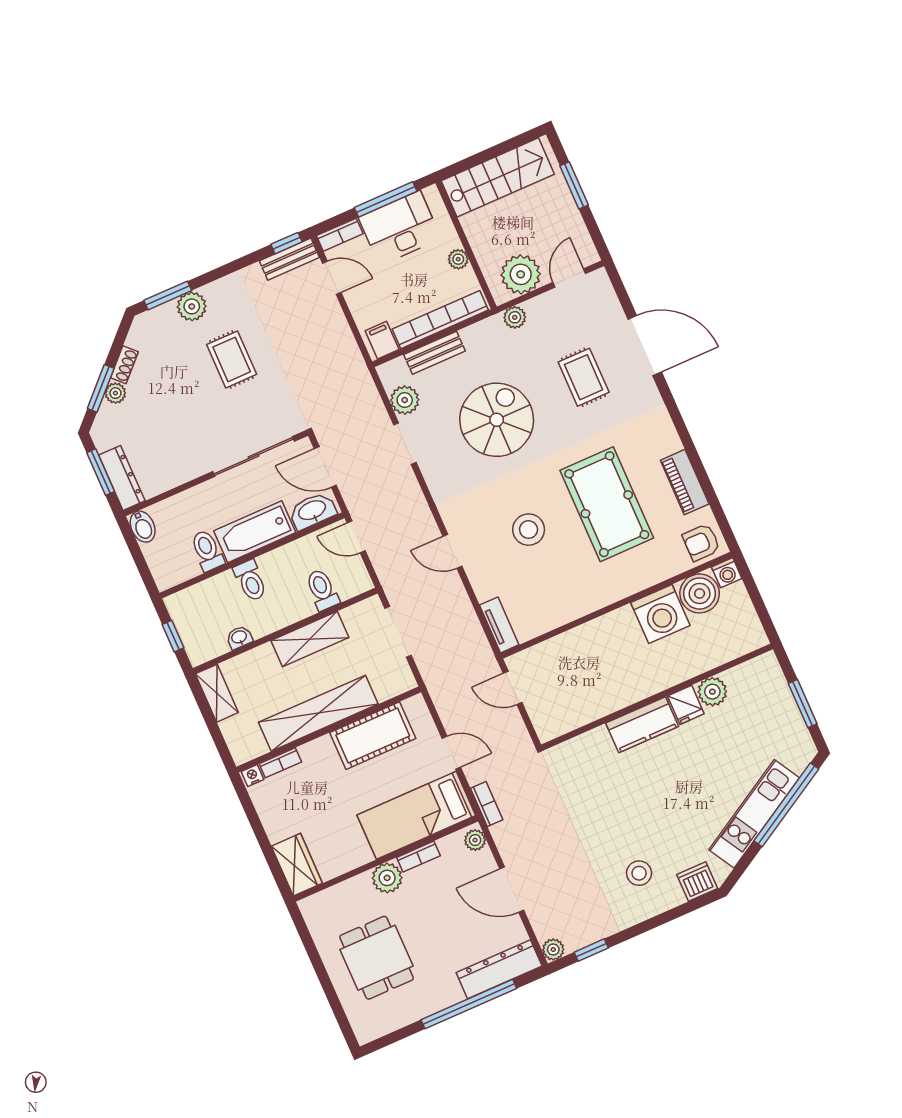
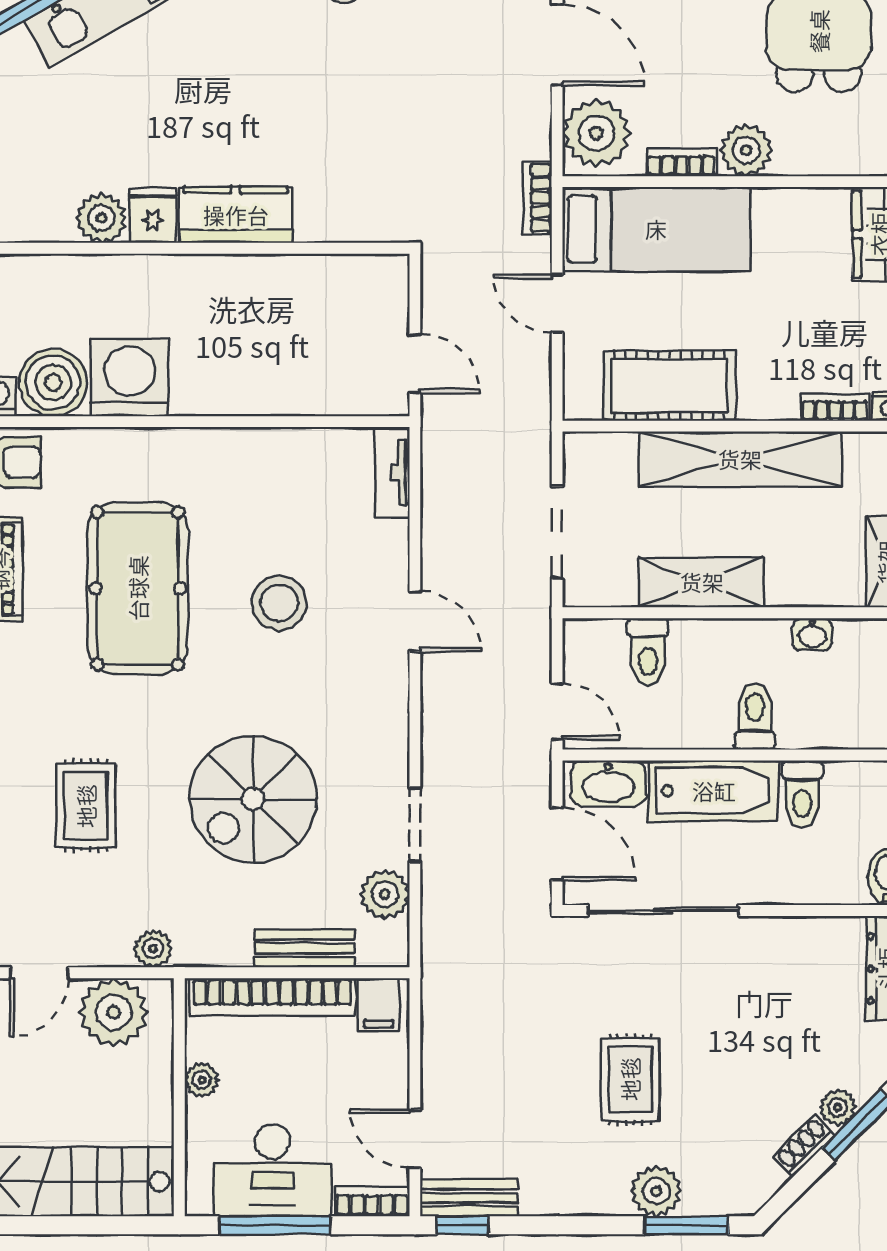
plant: (475, 840) -> (596, 133), width x1.88, depth x1.88

